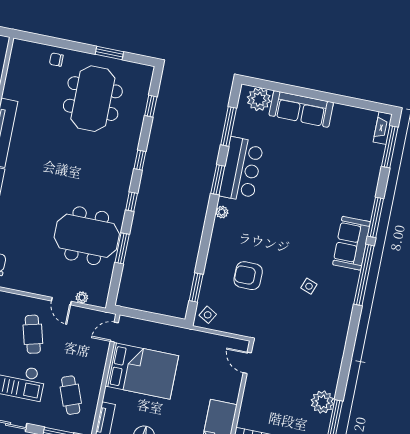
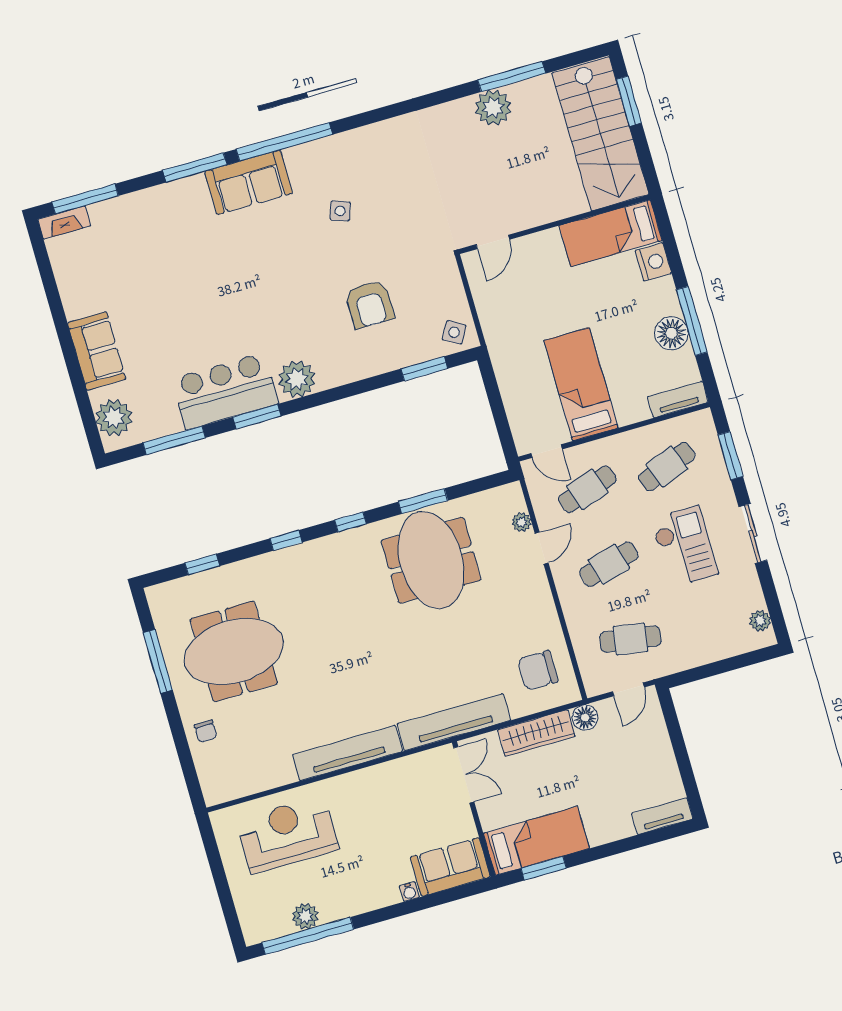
window: (109, 53) -> (158, 661), width x1.44
sofa: (301, 109) -> (97, 351), width x0.73
plant: (222, 212) -> (297, 379), width x1.87, depth x1.87
cafe table: (81, 344) -> (587, 489), added
bed: (142, 371) -> (581, 384), width x0.67

